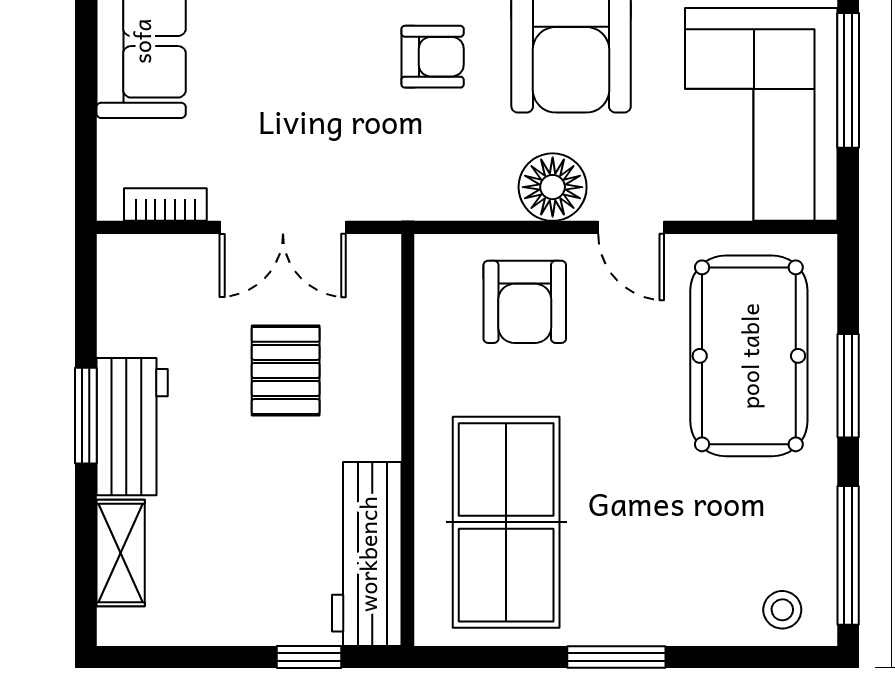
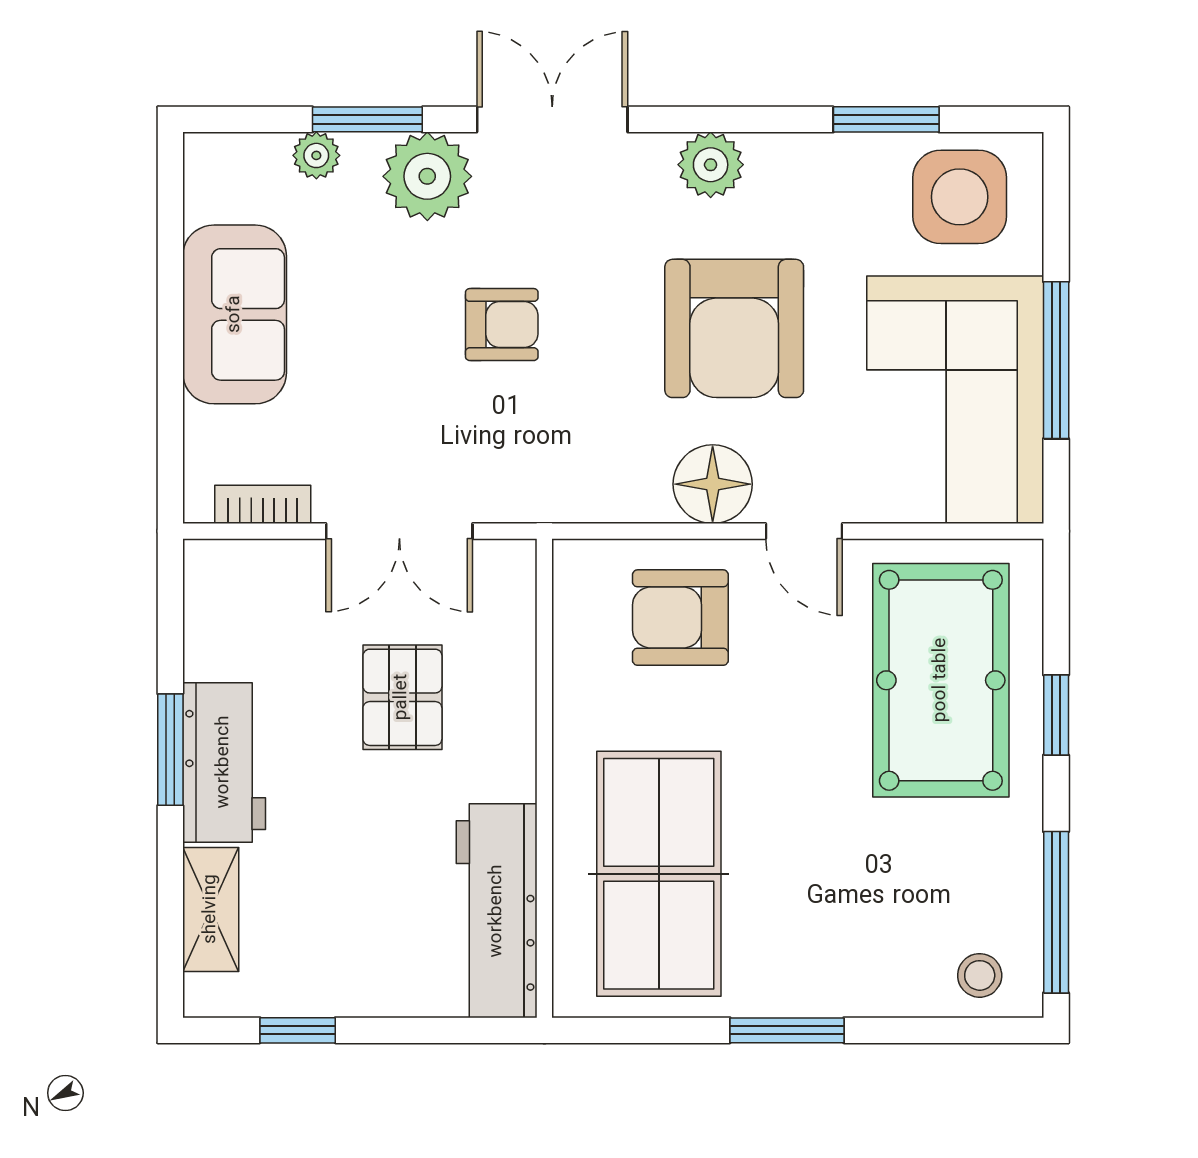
armchair: (433, 57) -> (502, 325), moved
armchair: (525, 302) -> (680, 618), turned 90
window: (848, 386) -> (1056, 715), width x0.67
window: (309, 657) -> (298, 1030), moved

